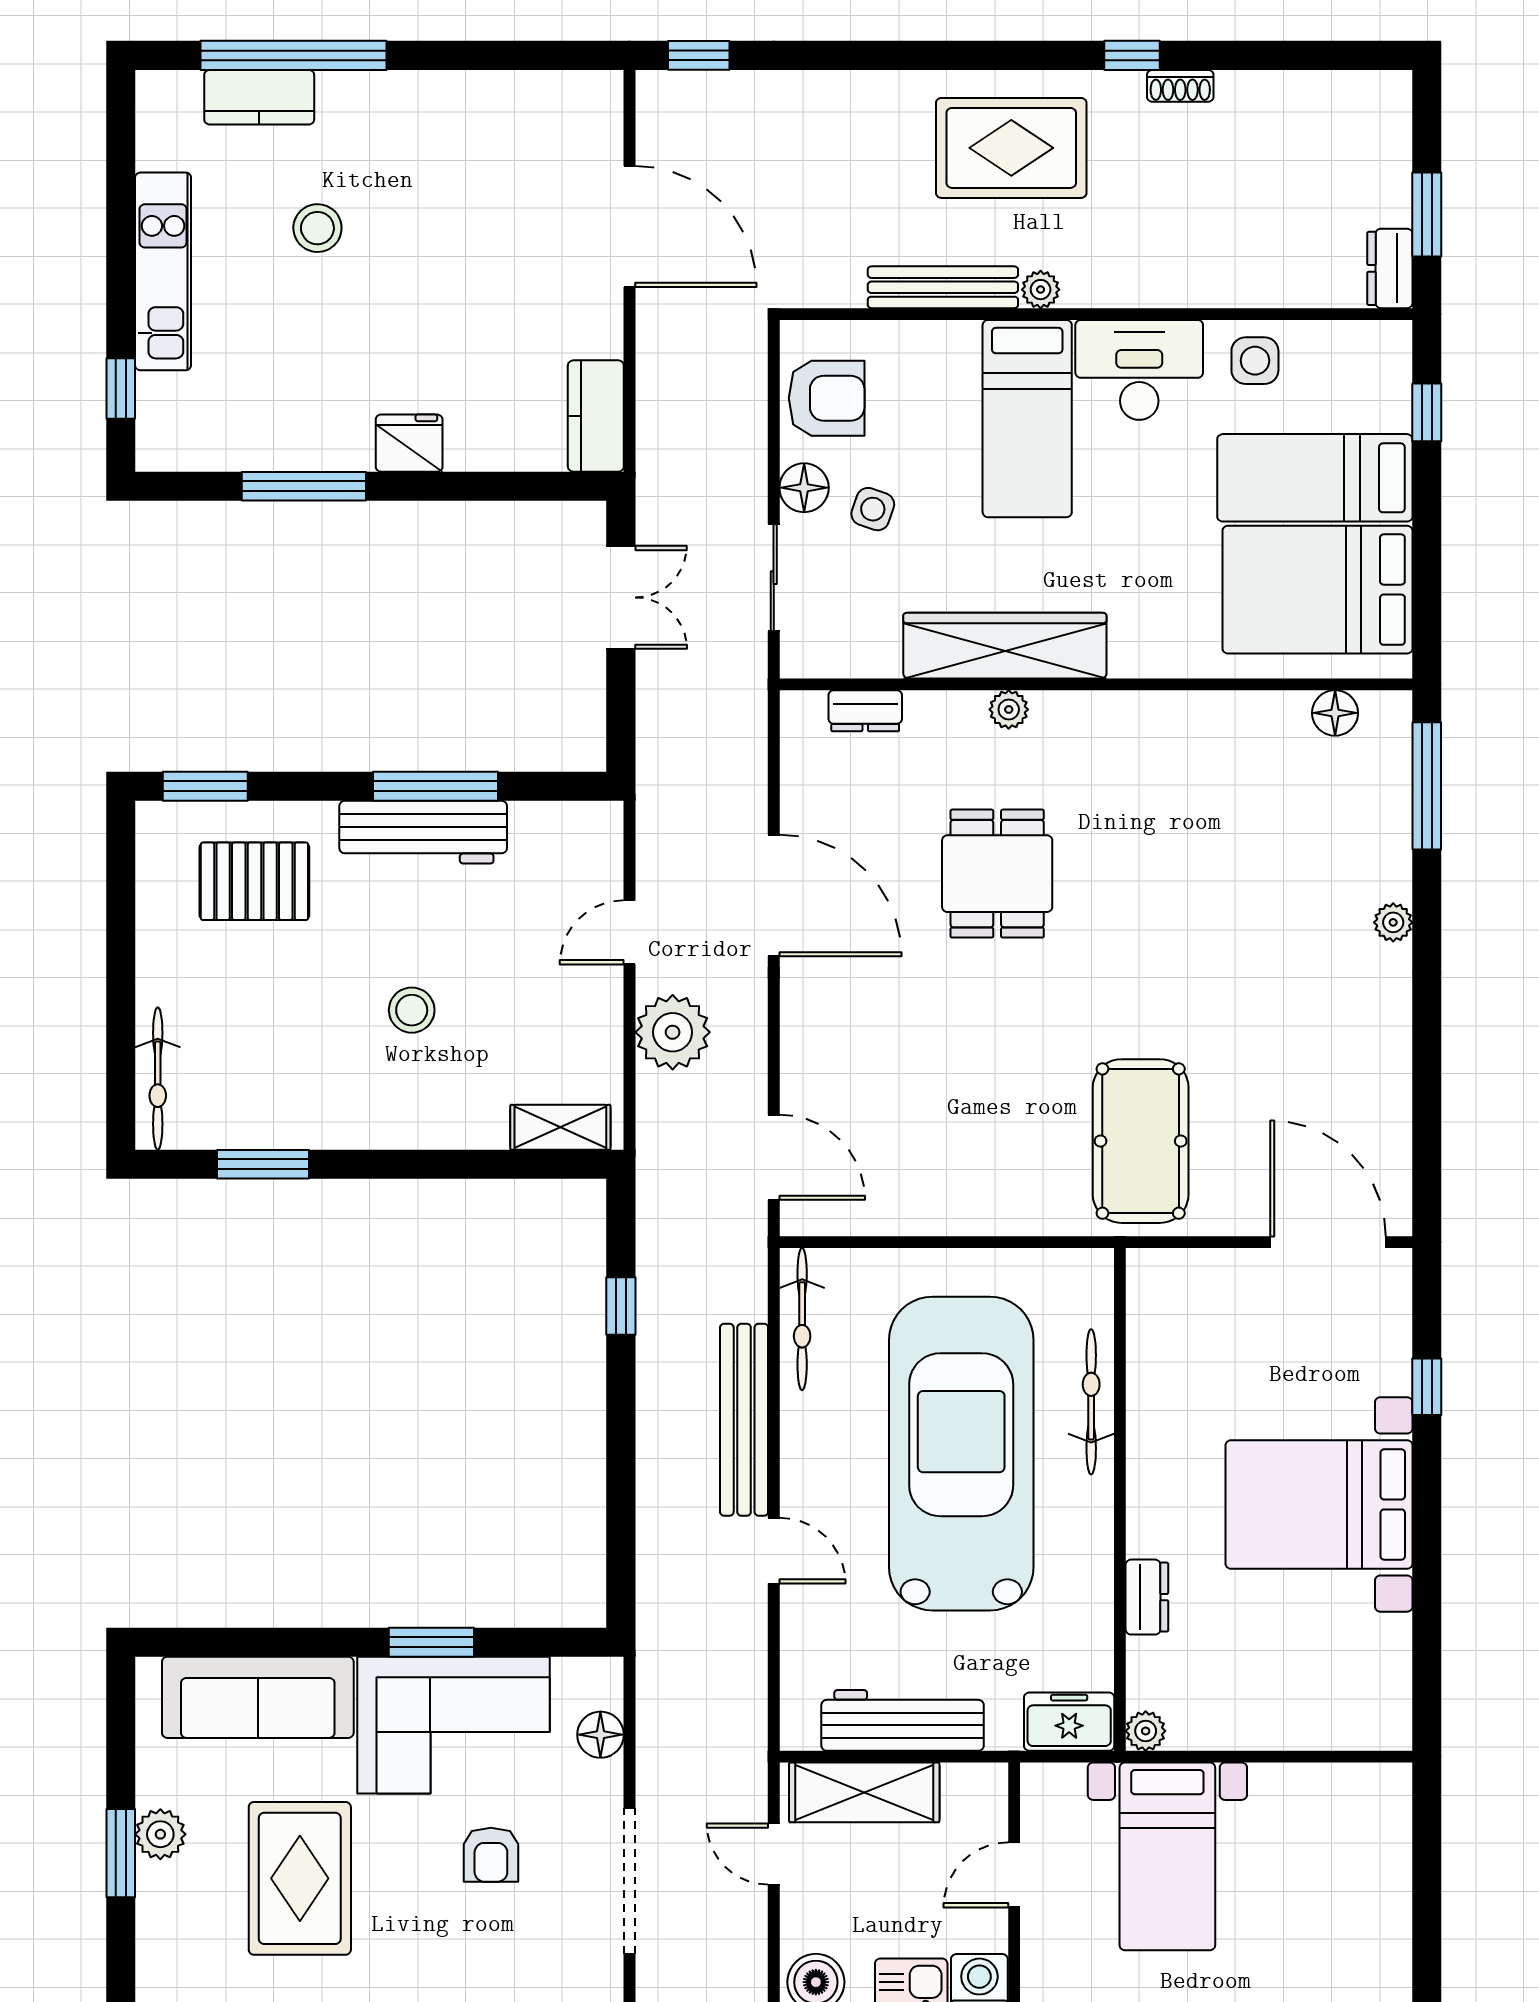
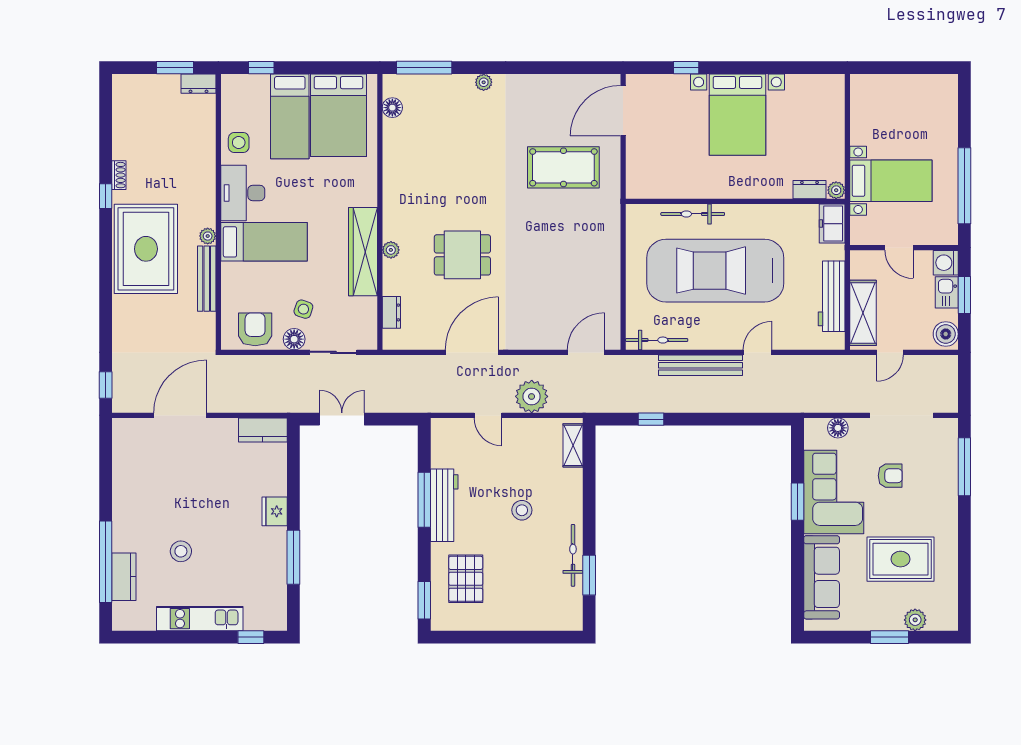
rug: (1011, 148) -> (146, 249), width x1.37, depth x1.44
bicycle: (158, 1079) -> (573, 555), moved, turned -90
pool table: (1141, 1141) -> (563, 167), moved
dresser: (1147, 1597) -> (809, 190), moved
plant: (160, 1834) -> (915, 620), moved

